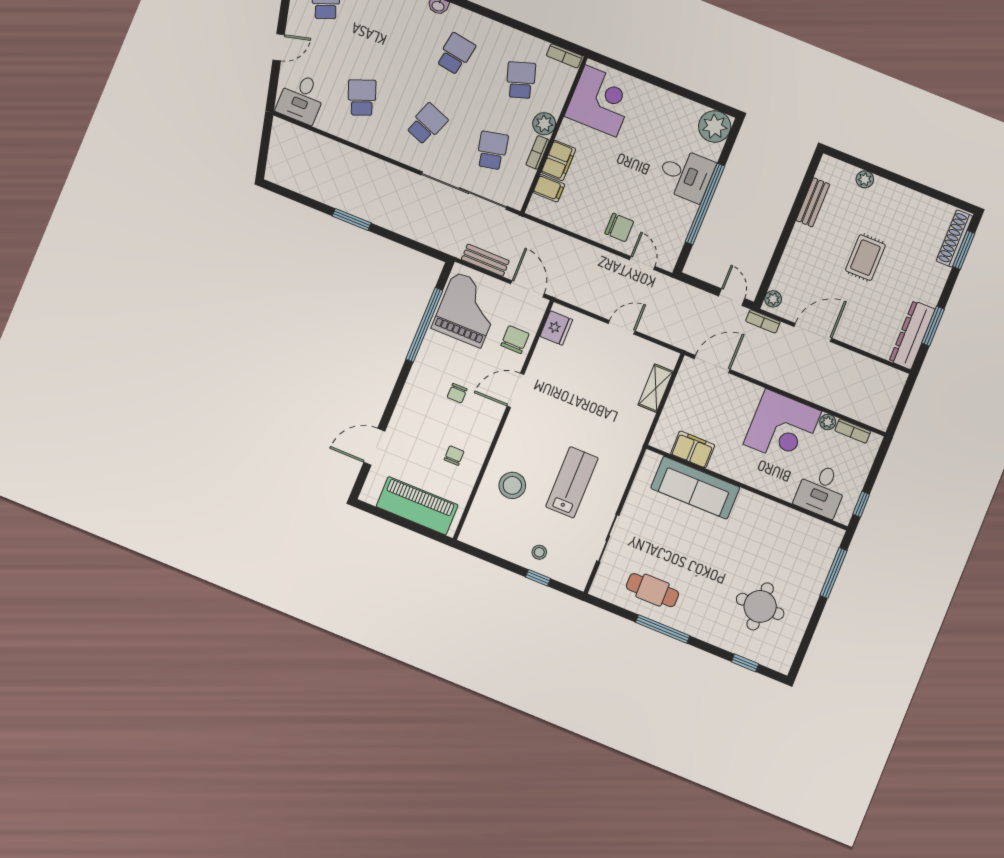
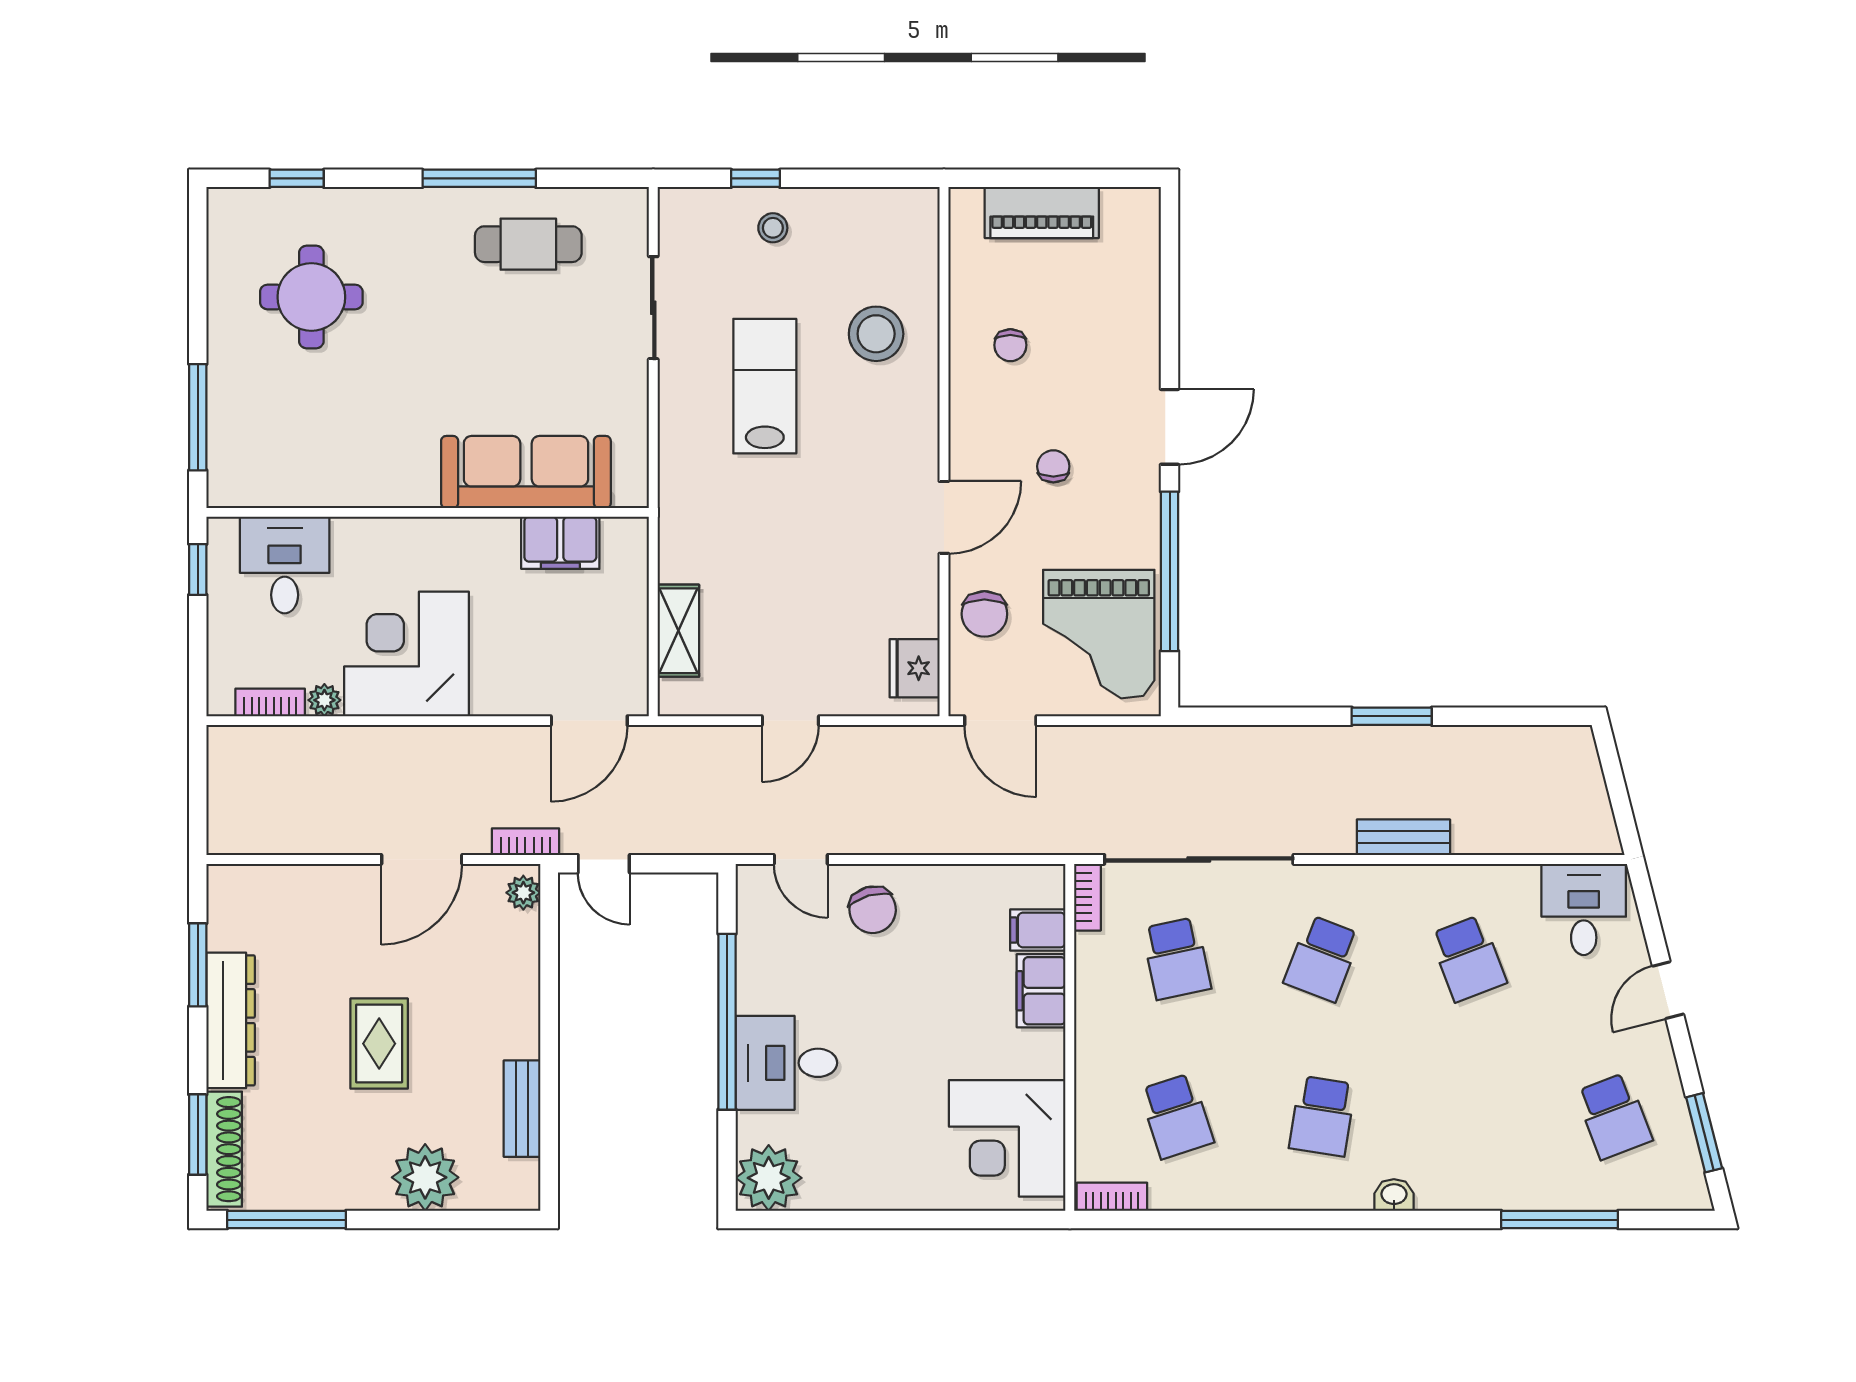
plant: (544, 124) -> (1097, 1050), removed
bookcase: (538, 152) -> (1087, 897), moved
plant: (865, 179) -> (425, 1177), width x1.88, depth x1.88
window: (939, 196) -> (287, 1220), added
chair: (619, 227) -> (873, 910), turned -106
bench: (485, 260) -> (1403, 837), moved
dresser: (912, 335) -> (231, 1020), moved
door: (374, 447) -> (1170, 427), moved
lab bench: (572, 482) -> (765, 386), turned 180
piano: (417, 506) -> (1042, 213), width x0.73, depth x0.75

